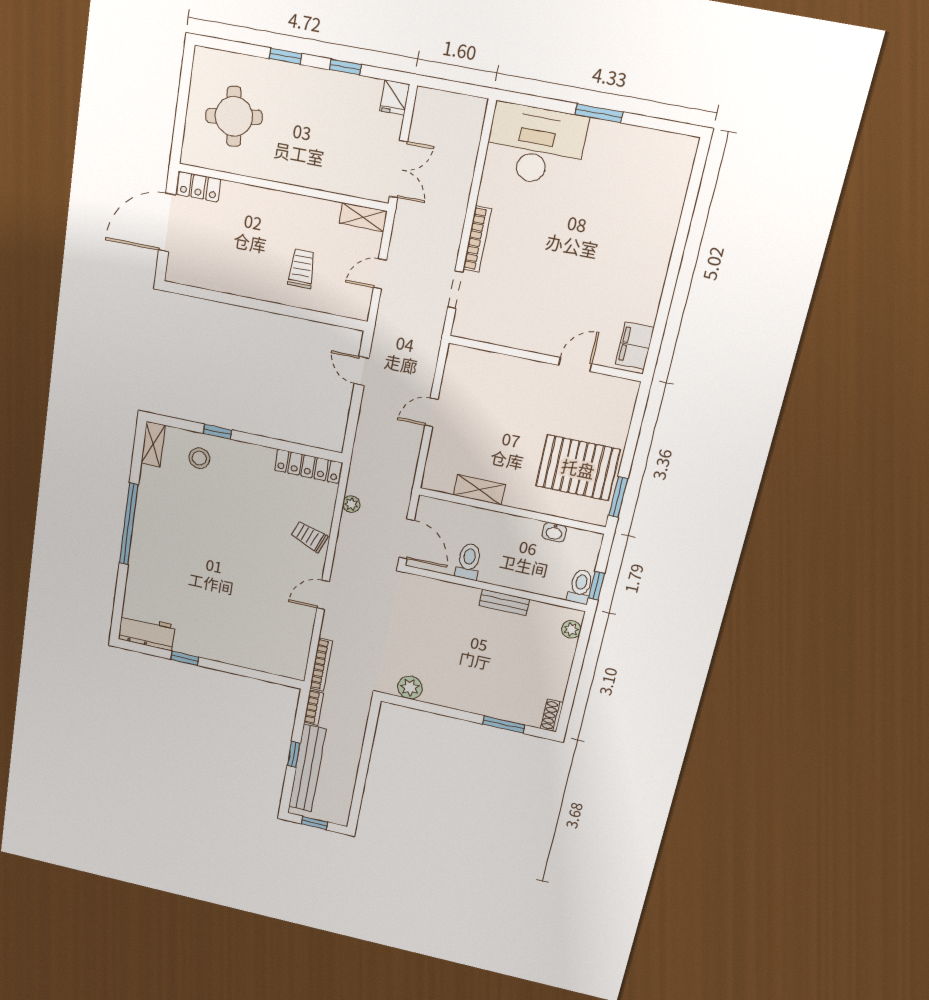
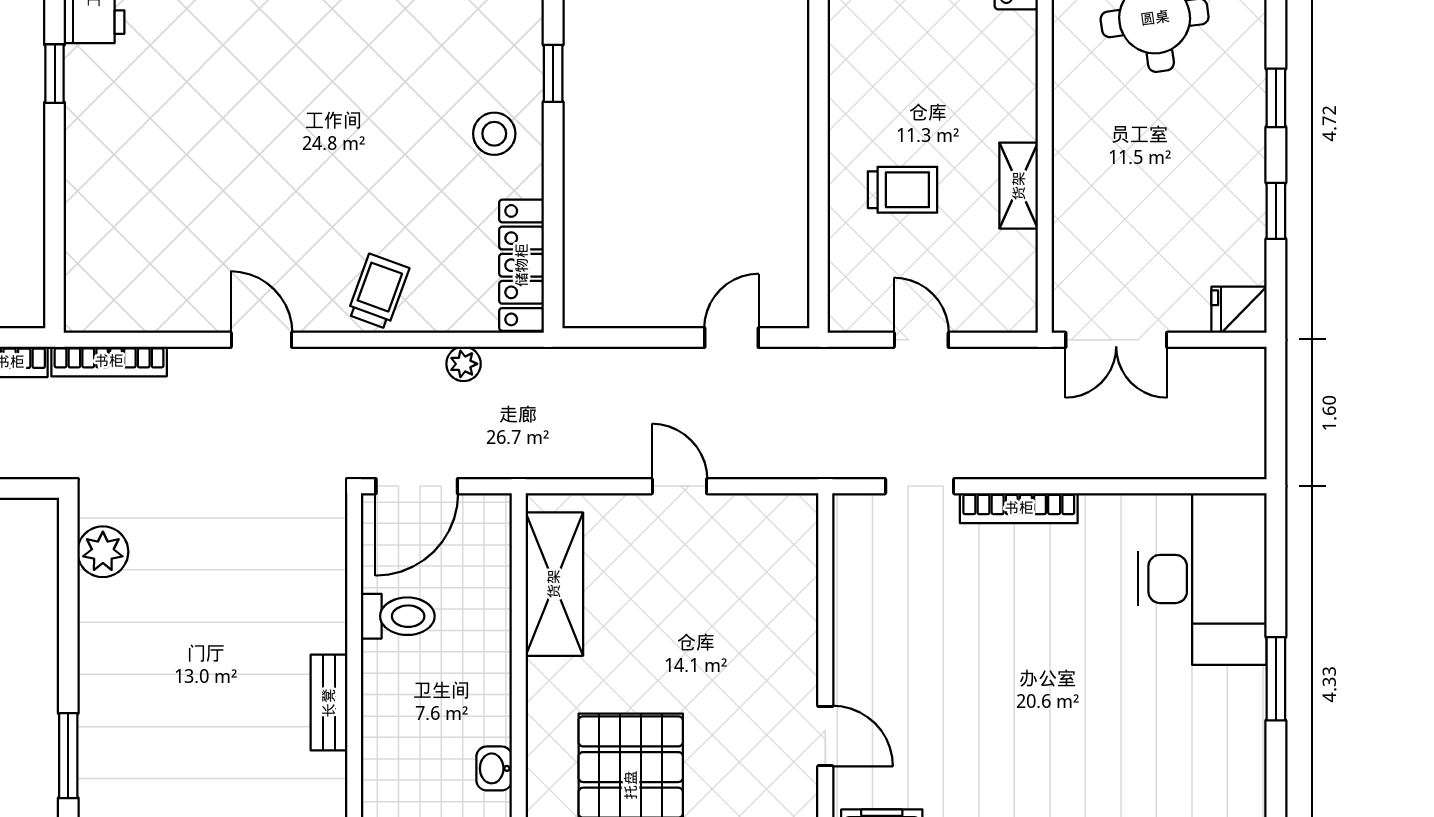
shelving: (363, 217) -> (1019, 186), moved
stool: (199, 458) -> (494, 134), moved
shelving: (479, 490) -> (554, 584), width x1.50, depth x1.33

